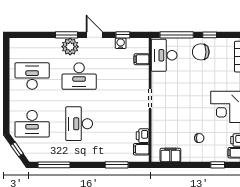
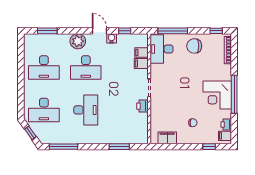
window: (67, 35) -> (47, 31), moved
window: (210, 35) -> (216, 31), moved
water cooler: (121, 43) -> (112, 38), moved
desk: (32, 76) -> (44, 67), turned 180
desk: (79, 124) -> (86, 110), turned 180
printer: (143, 136) -> (142, 106), moved
filing cabinet: (141, 149) -> (141, 63), moved

